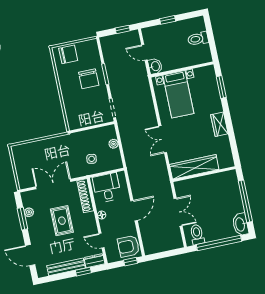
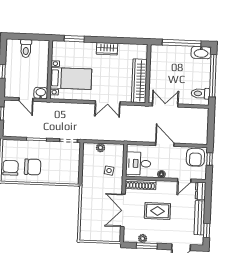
door: (144, 52) -> (26, 99), hinge flipped
chair: (89, 79) -> (33, 167), moved
double door: (178, 212) -> (165, 105), moved
window: (83, 272) -> (207, 231), moved

